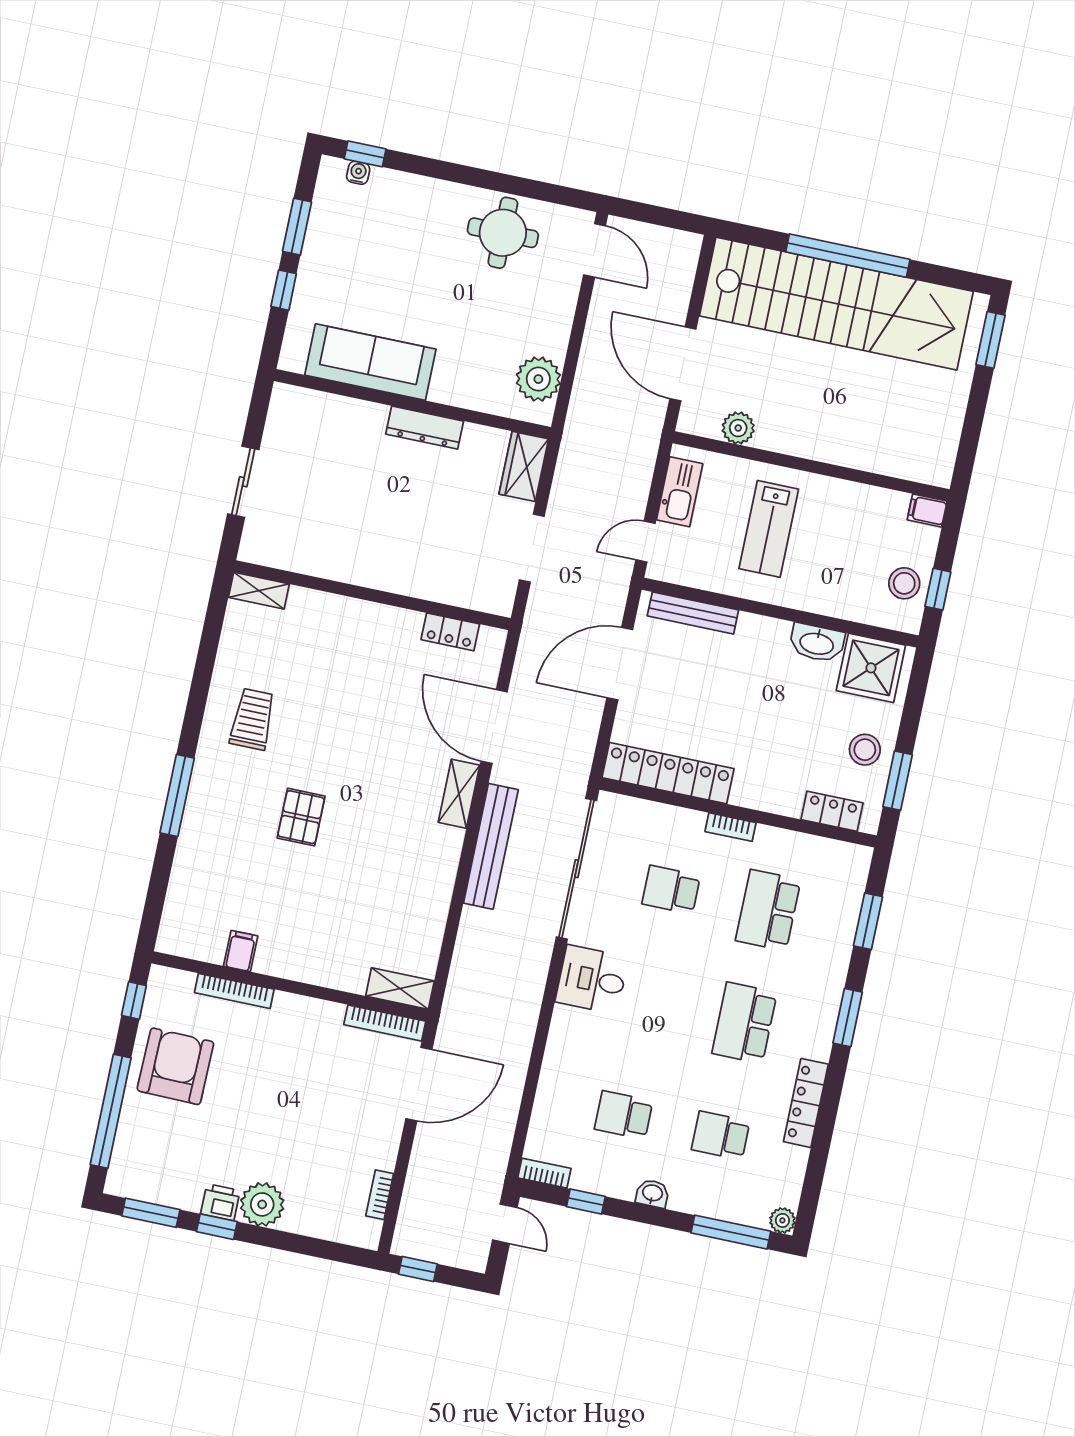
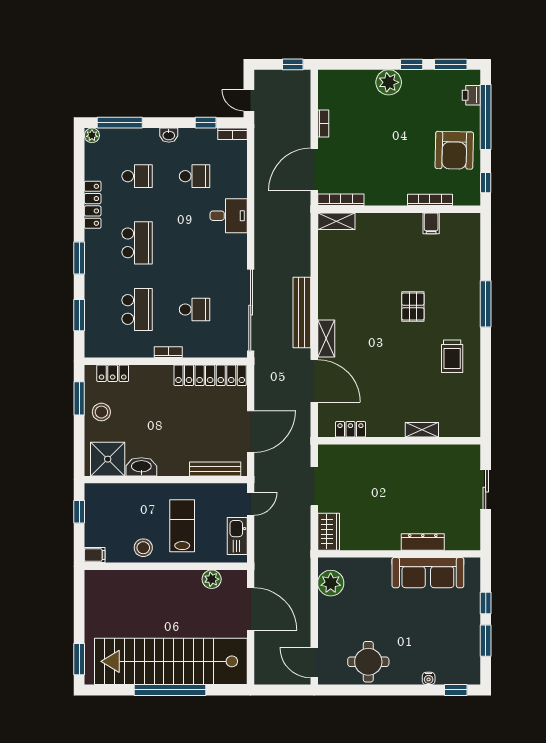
water cooler: (358, 173) -> (429, 678), moved
dresser: (425, 428) -> (423, 542), moved
stool: (904, 583) -> (143, 548), moved
shelving: (259, 591) -> (422, 430), moved
desk: (592, 980) -> (229, 216), moved
bookcase: (380, 1195) -> (323, 124), moved
printer: (220, 1202) -> (471, 95), moved, turned 90

